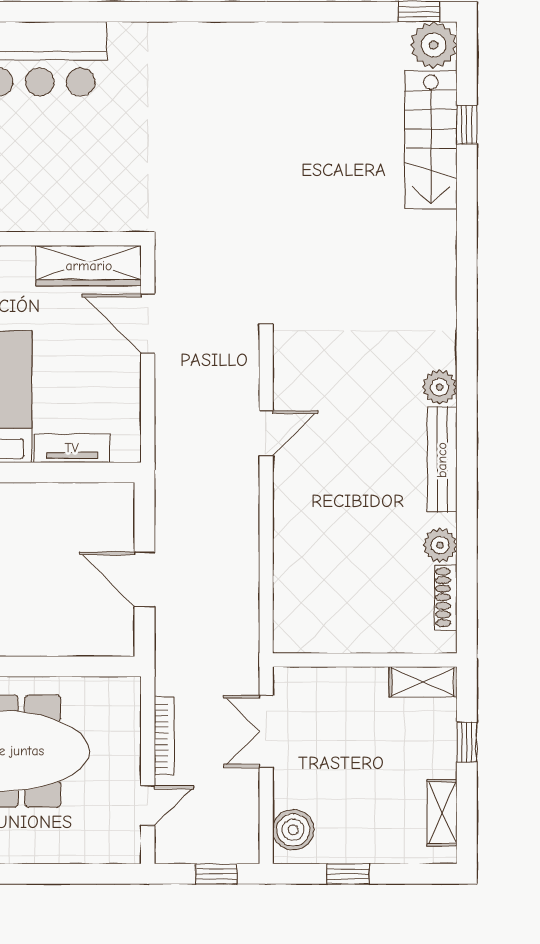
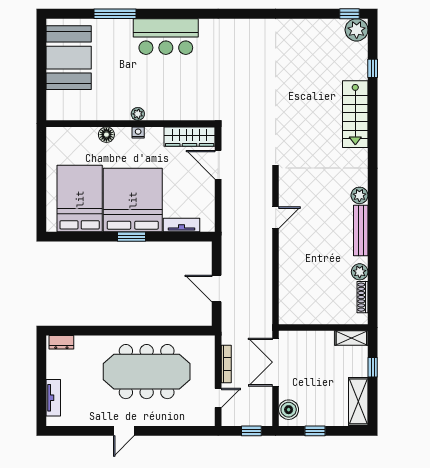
stairs: (431, 140) -> (355, 114), moved
double door: (266, 732) -> (276, 362), width x1.37
shelving: (442, 813) -> (358, 401), width x1.50, depth x1.33

